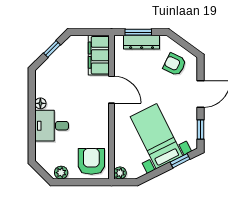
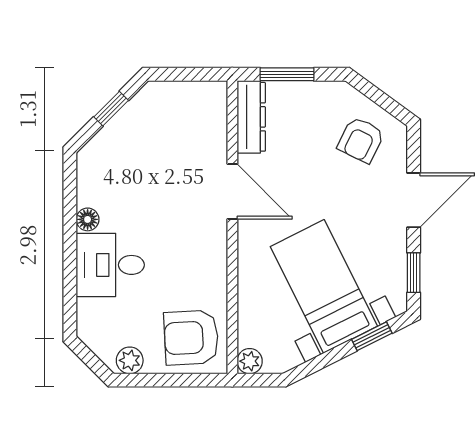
dresser: (142, 42) -> (251, 117), moved, turned -90
filing cabinet: (99, 55) -> (206, 121), removed
armchair: (175, 64) -> (361, 140), turned -90
armchair: (91, 161) -> (191, 338), turned -93

